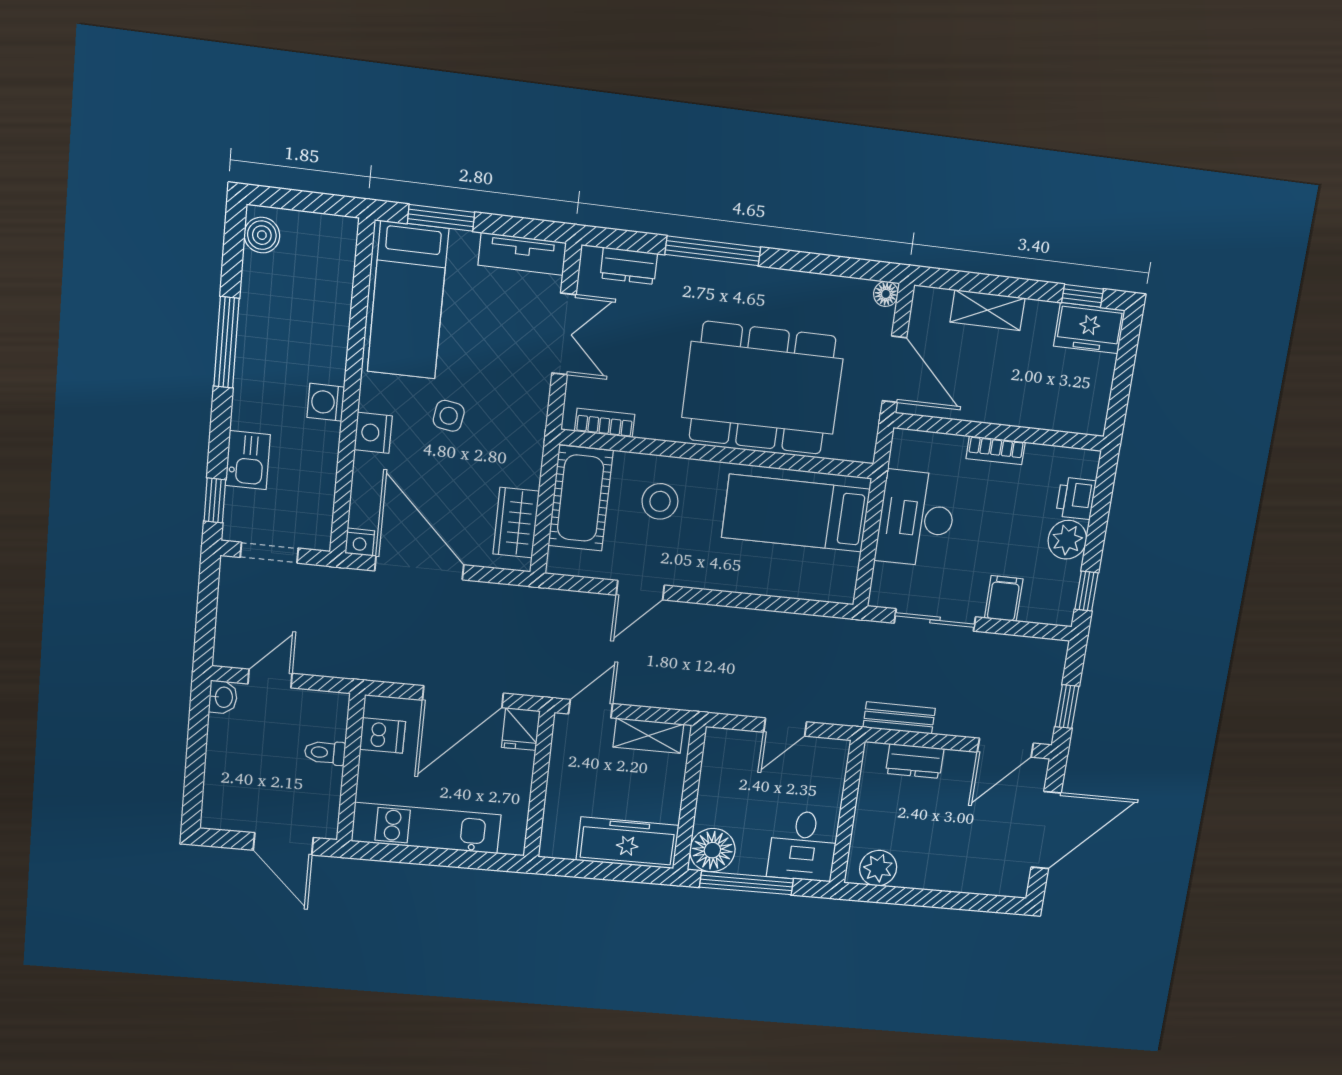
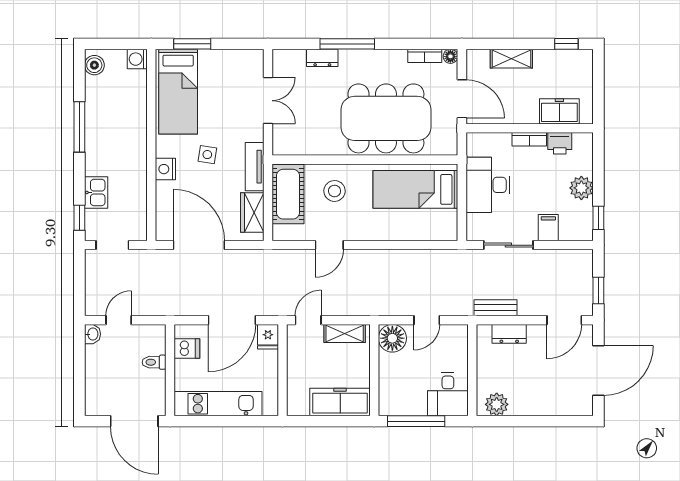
tv unit: (522, 254) -> (255, 167), moved, turned 90
dresser: (629, 266) -> (322, 58), moved
freezer: (1089, 328) -> (559, 111), moved, turned 180
washing machine: (326, 402) -> (137, 59), moved
bookcase: (605, 423) -> (425, 56), moved, turned 180
printer: (1076, 498) -> (560, 143), moved, turned -90
nightstand: (360, 542) -> (163, 233), removed
door: (283, 844) -> (134, 421), width x1.36
floor lamp: (712, 850) -> (392, 338), moved

